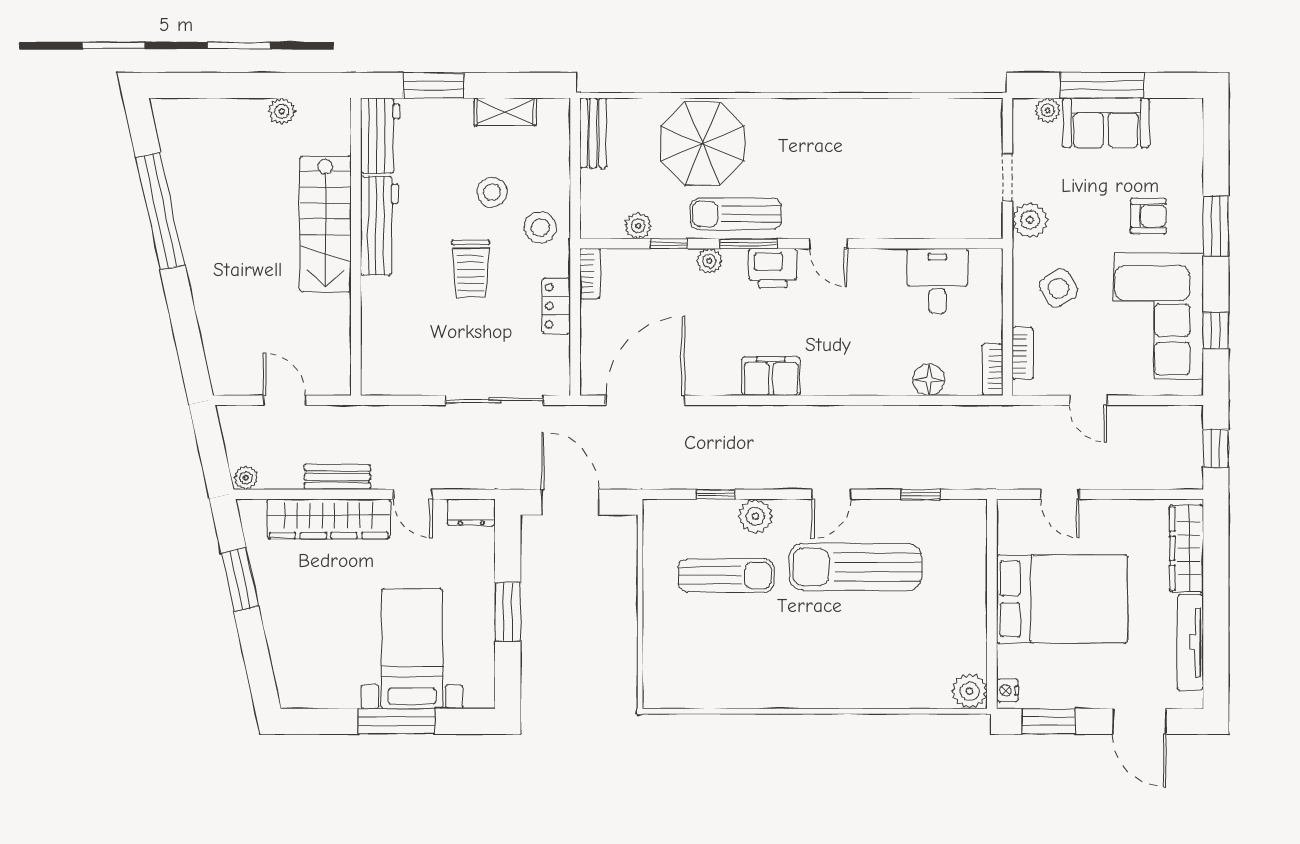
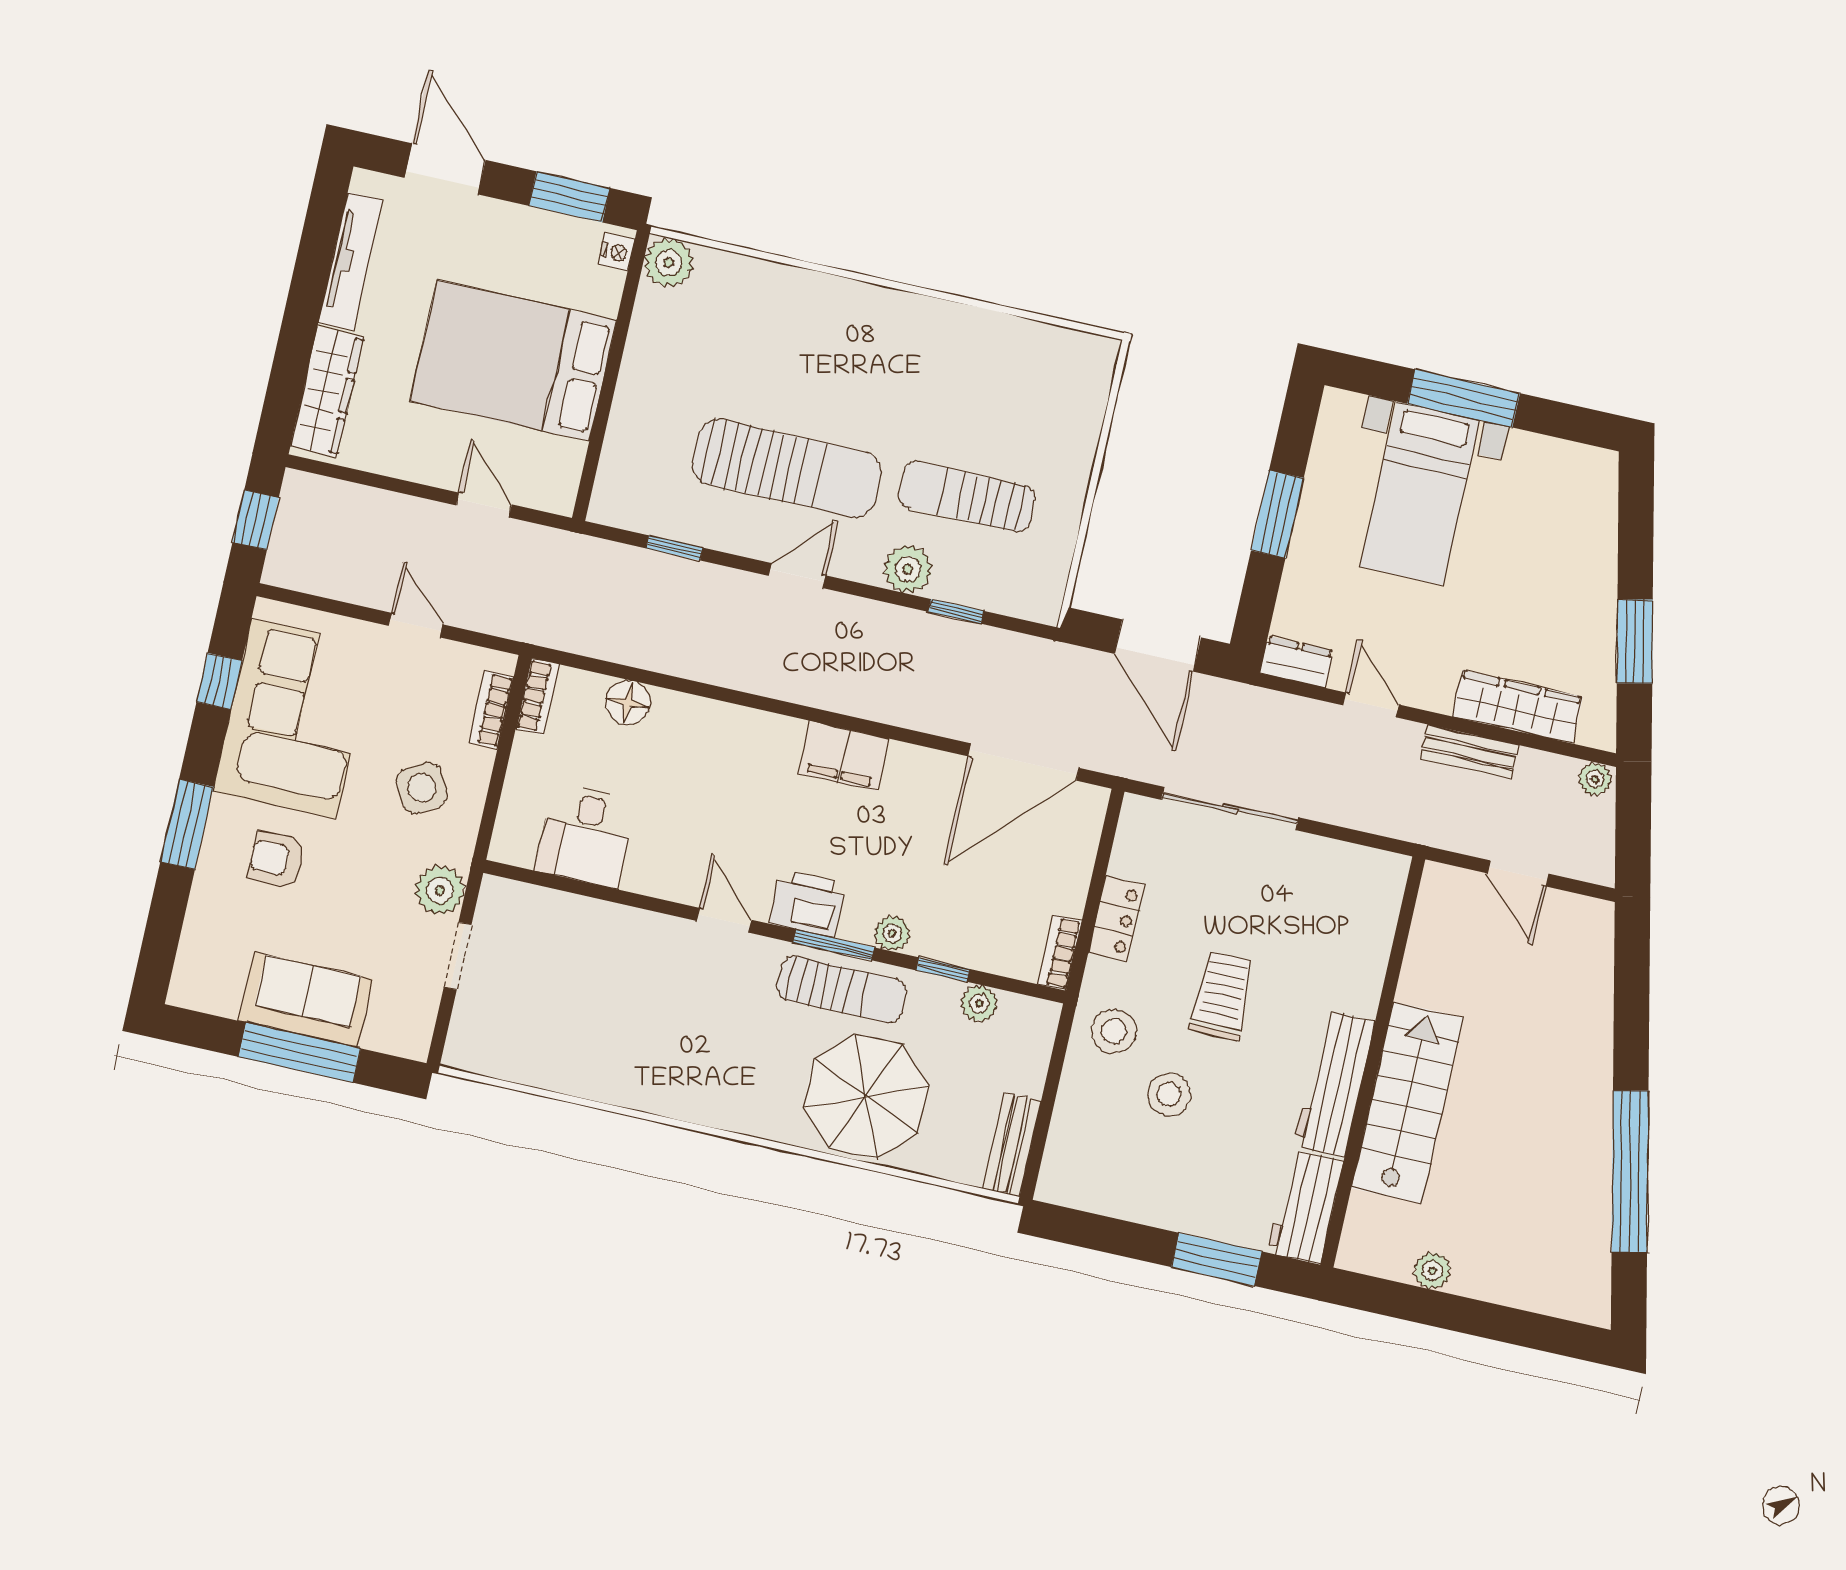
plant: (1048, 110) -> (382, 1035), removed
shelving: (505, 112) -> (1126, 1201), removed
wardrobe: (329, 519) -> (1517, 707), width x0.71, depth x0.85

